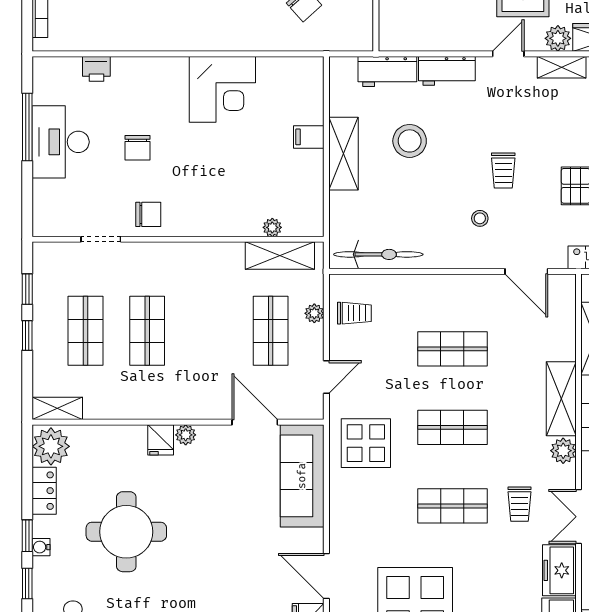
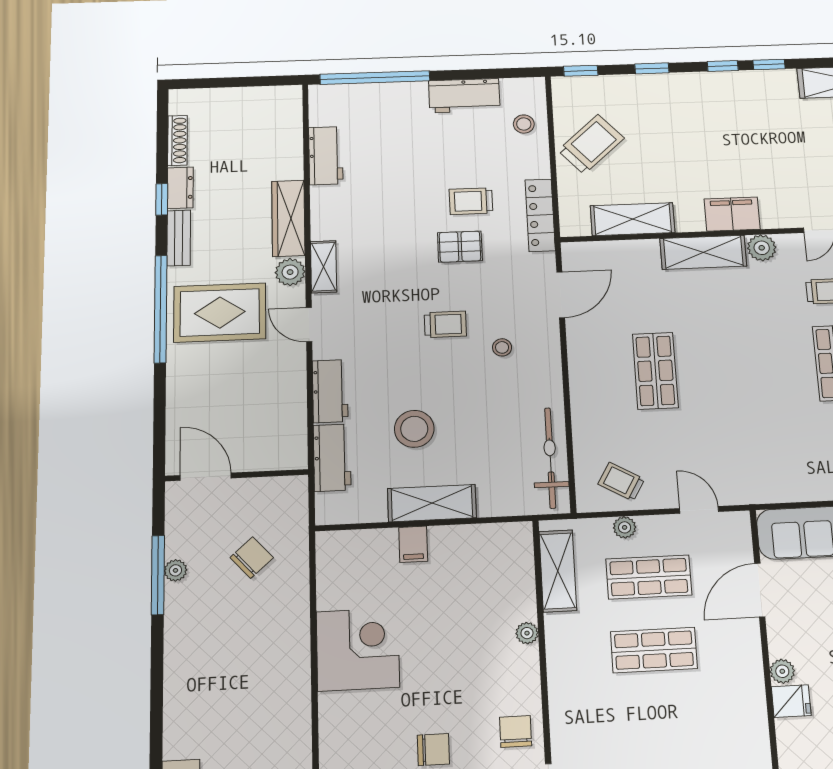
plant: (272, 227) -> (527, 633), moved
trolley: (354, 313) -> (621, 482), turned -60
shop shelf: (147, 331) -> (654, 650), moved
shop shelf: (452, 427) -> (746, 367), removed
display table: (366, 443) -> (773, 461), removed

